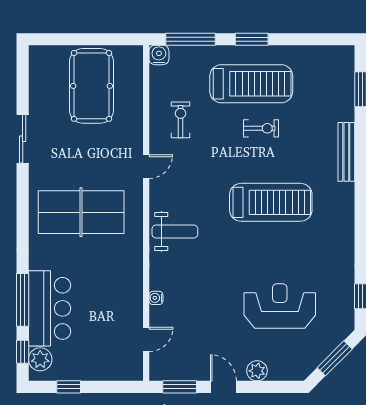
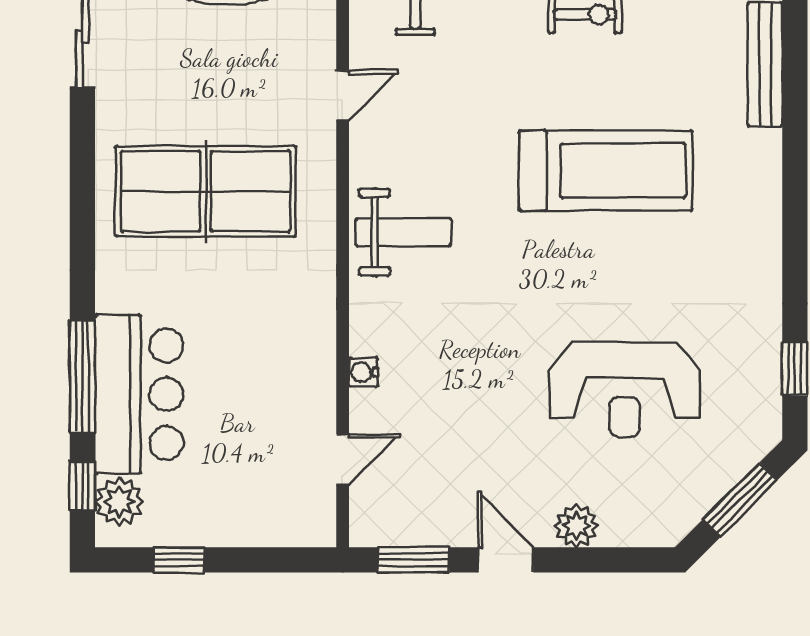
reception desk: (280, 306) -> (625, 389), turned 180

